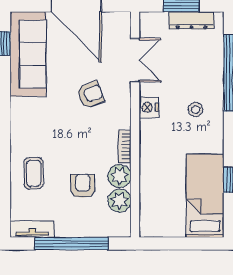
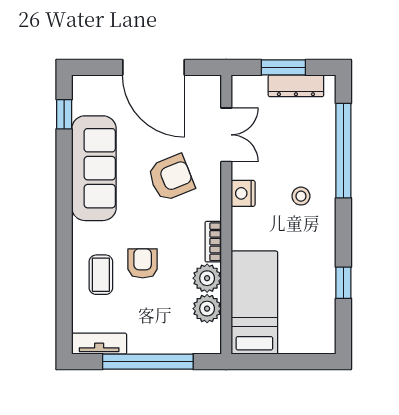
sofa: (28, 54) -> (94, 168), moved
armchair: (90, 95) -> (171, 178), width x1.38, depth x1.38
armchair: (83, 186) -> (143, 263), moved
bed: (205, 196) -> (254, 303), moved

